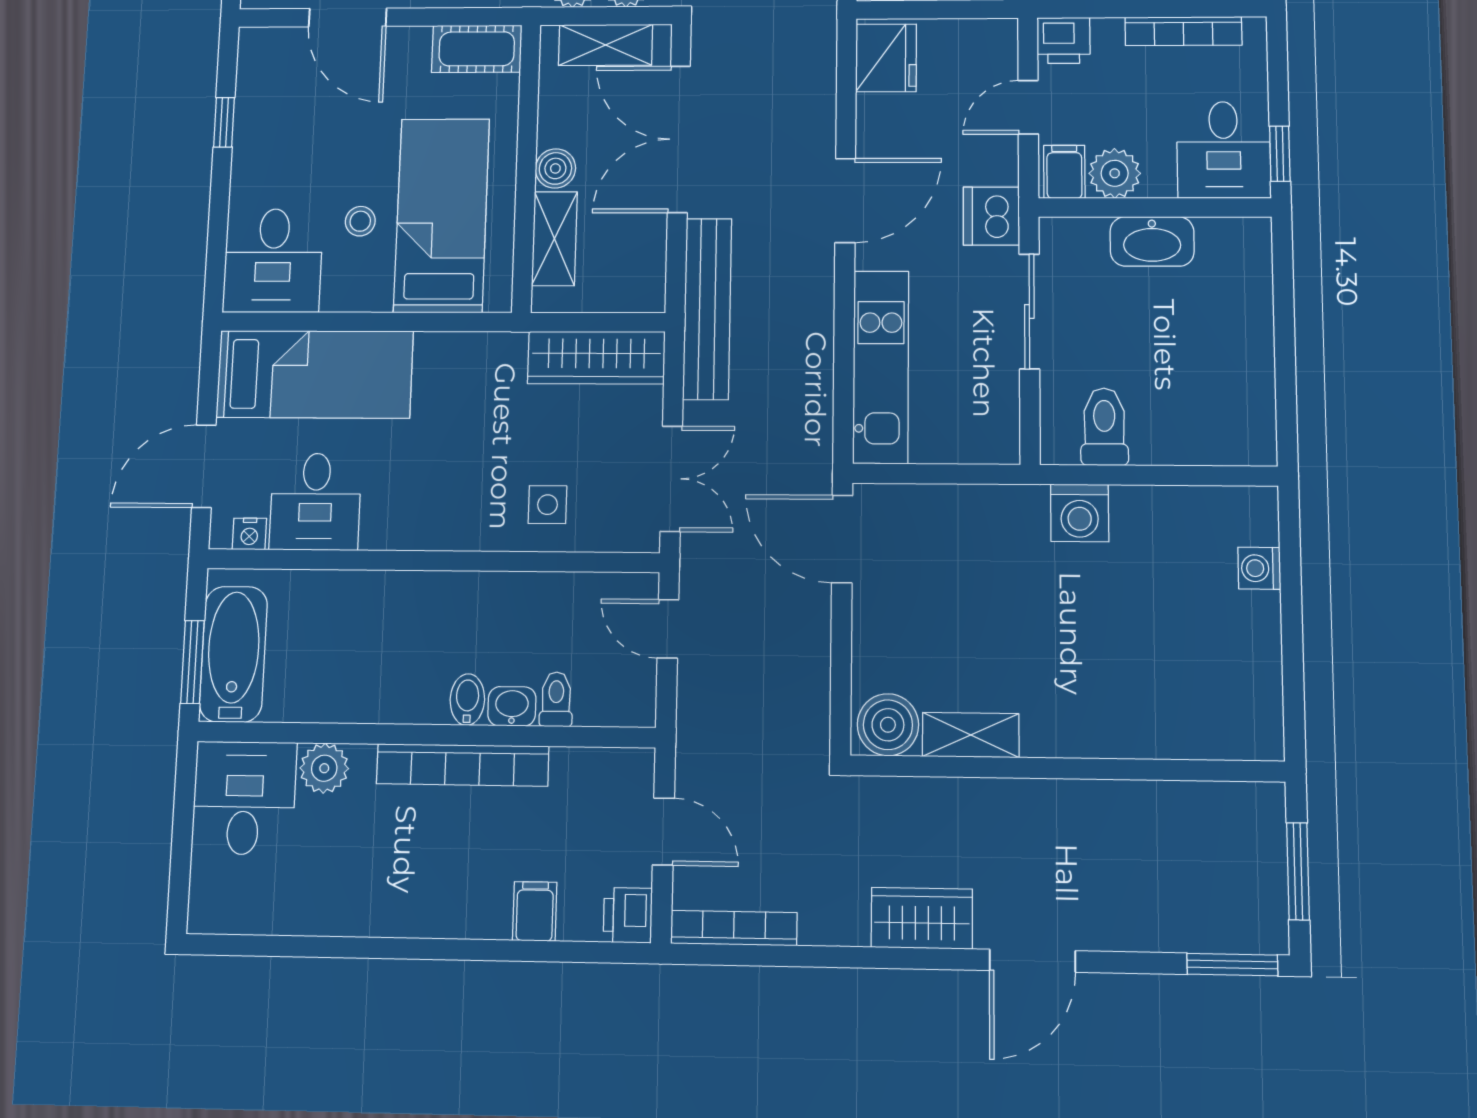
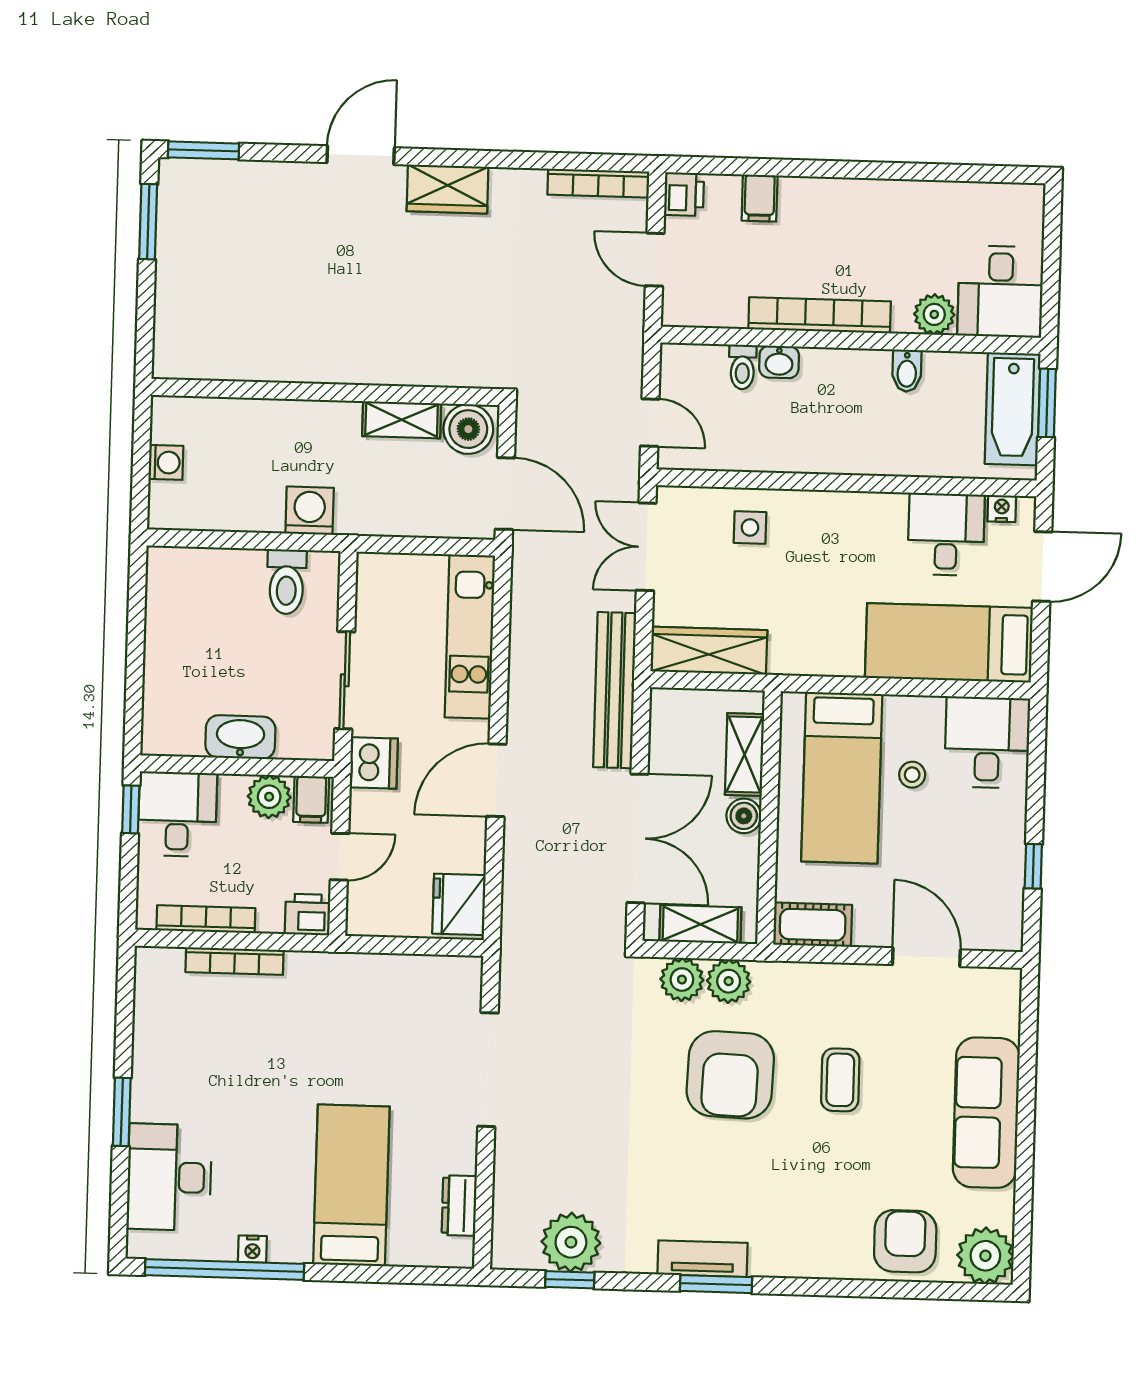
bidet: (467, 700) -> (907, 371), moved
boiler: (888, 725) -> (468, 429), moved
shelving: (971, 735) -> (402, 420), moved
wall: (1066, 768) -> (326, 392), moved

